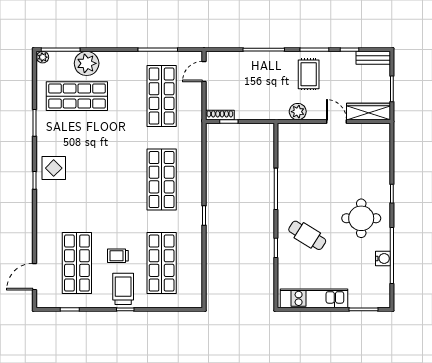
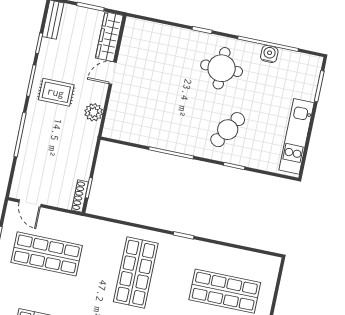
shop shelf: (162, 180) -> (136, 273), turned 90

